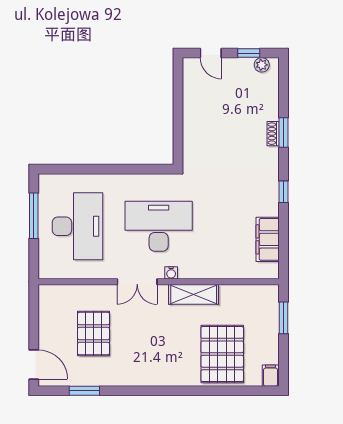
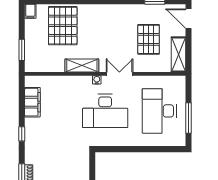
shelving: (49, 311) -> (178, 54), added

